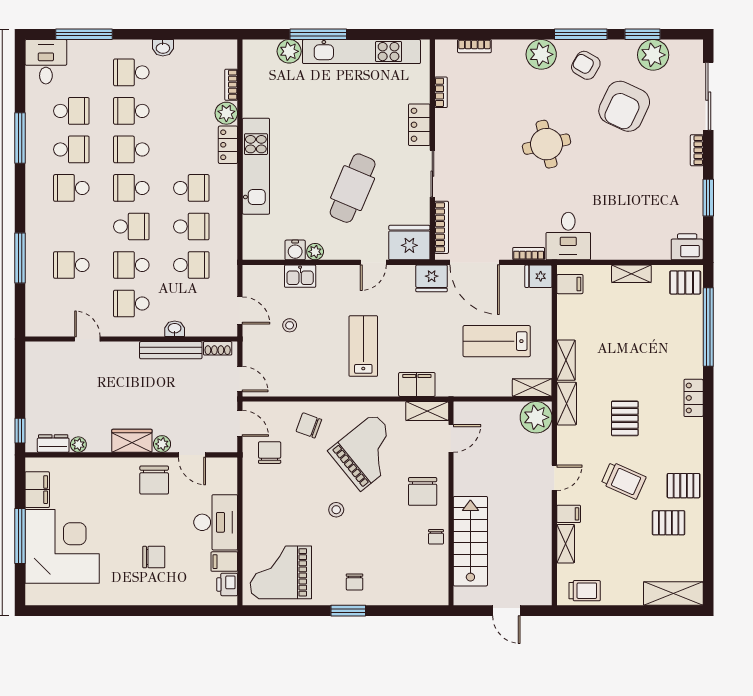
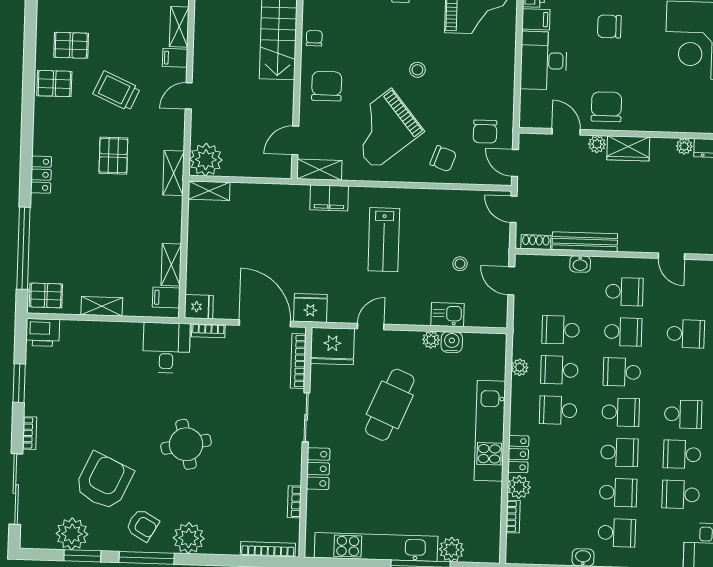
bookcase: (474, 46) -> (268, 549), width x1.56
plant: (229, 228) -> (520, 367), added
lab bench: (497, 341) -> (245, 240), removed
shelving: (566, 360) -> (171, 265), moved

